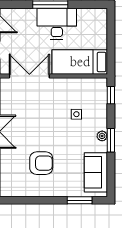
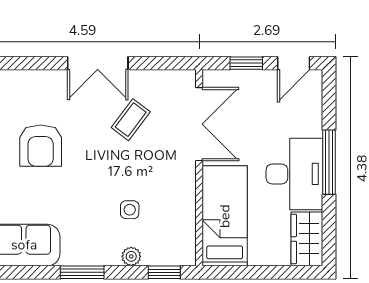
wardrobe: (92, 17) -> (307, 239), added
coffee table: (27, 114) -> (131, 120), added
plant: (102, 136) -> (131, 256), moved

